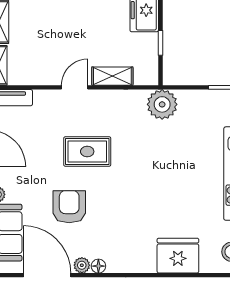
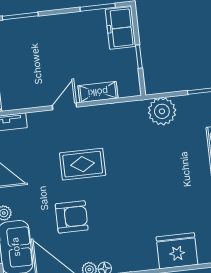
plant: (162, 104) -> (162, 111), moved
armchair: (69, 207) -> (72, 217), turned 90

